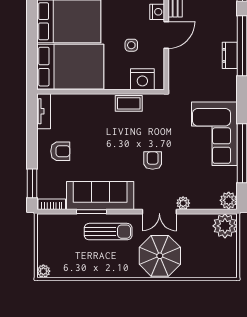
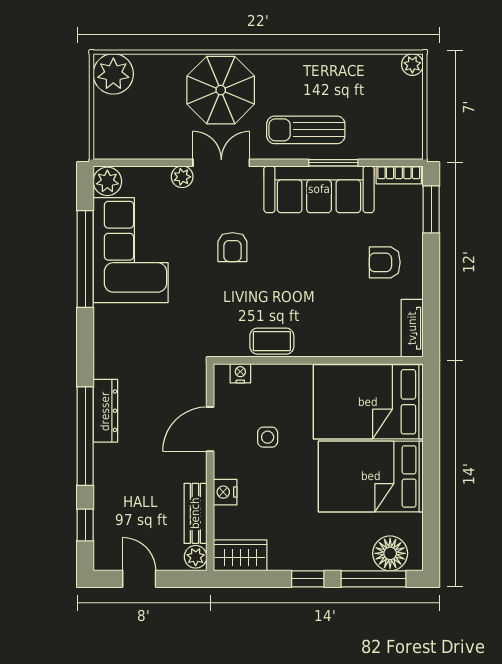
door: (166, 35) -> (210, 429), moved
dresser: (230, 55) -> (105, 411), width x1.44
nightstand: (142, 79) -> (240, 373), width x0.53, depth x0.56
corner sofa: (214, 134) -> (131, 250), moved
plant: (225, 226) -> (113, 74), moved

